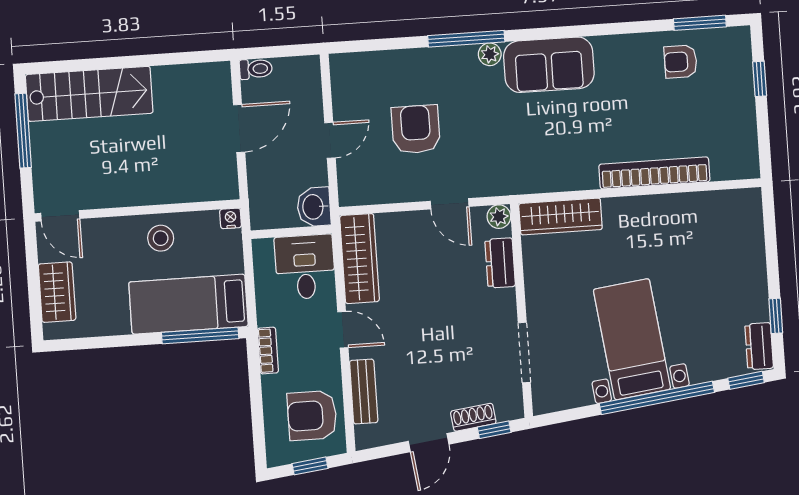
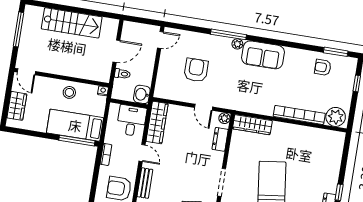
toilet: (256, 69) -> (122, 74), moved
stairs: (89, 94) -> (72, 23), moved
door: (330, 140) -> (160, 40), moved
plant: (732, 159) -> (336, 117), added

